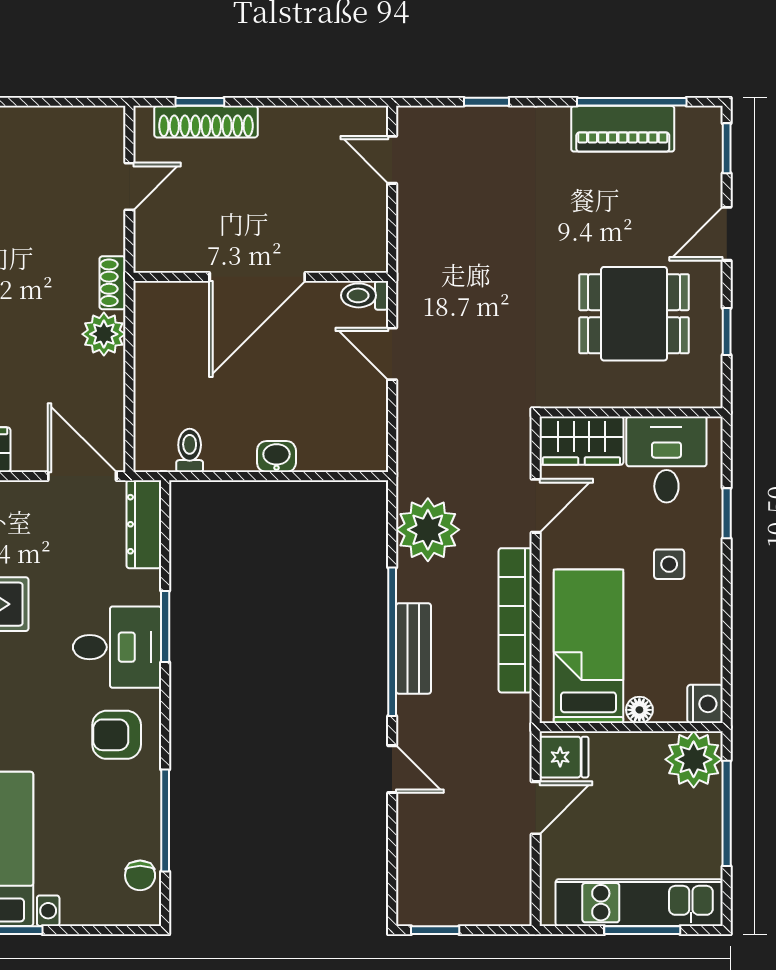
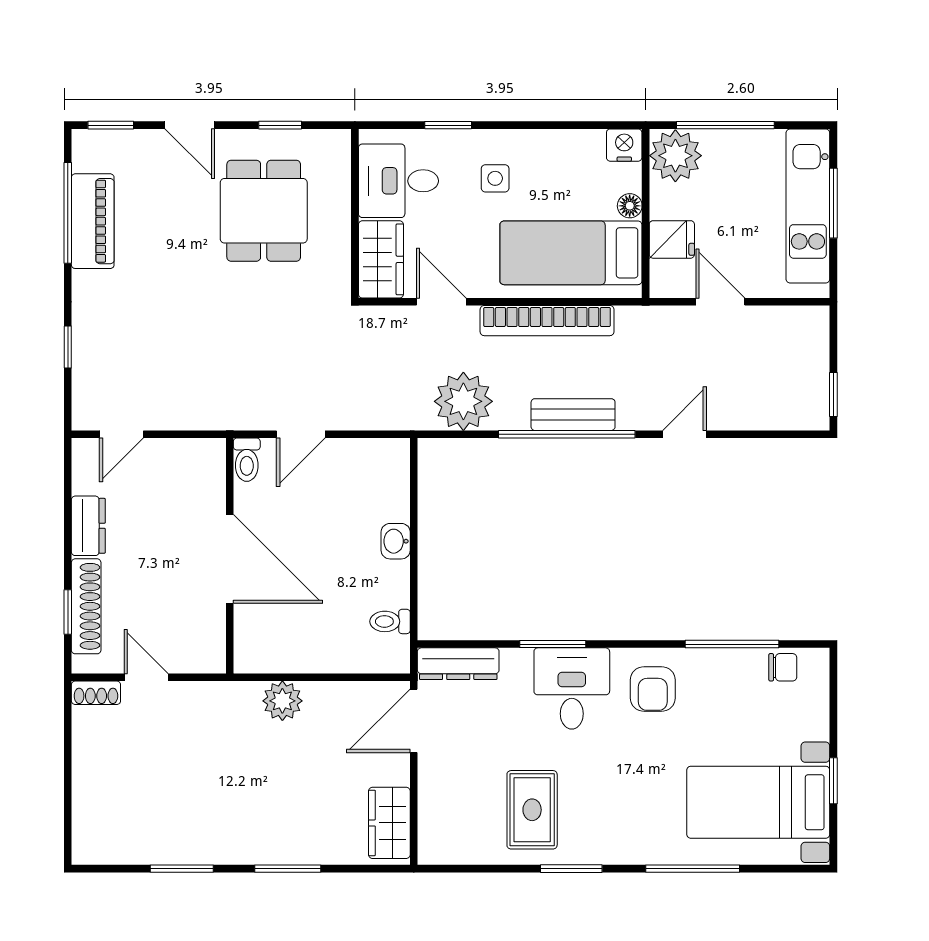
dresser: (293, 124) -> (88, 526), added
shoe rack: (112, 283) -> (96, 693), moved
fridge: (564, 757) -> (672, 239), moved, turned 90

